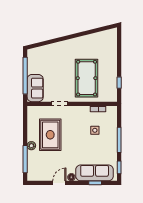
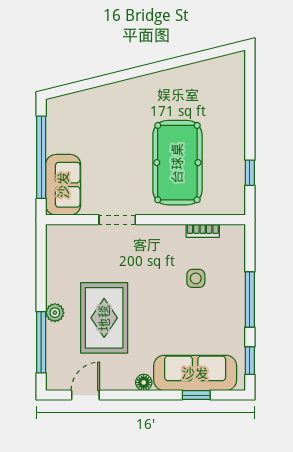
rug: (50, 135) -> (104, 318), moved
door: (59, 183) -> (85, 395), moved

